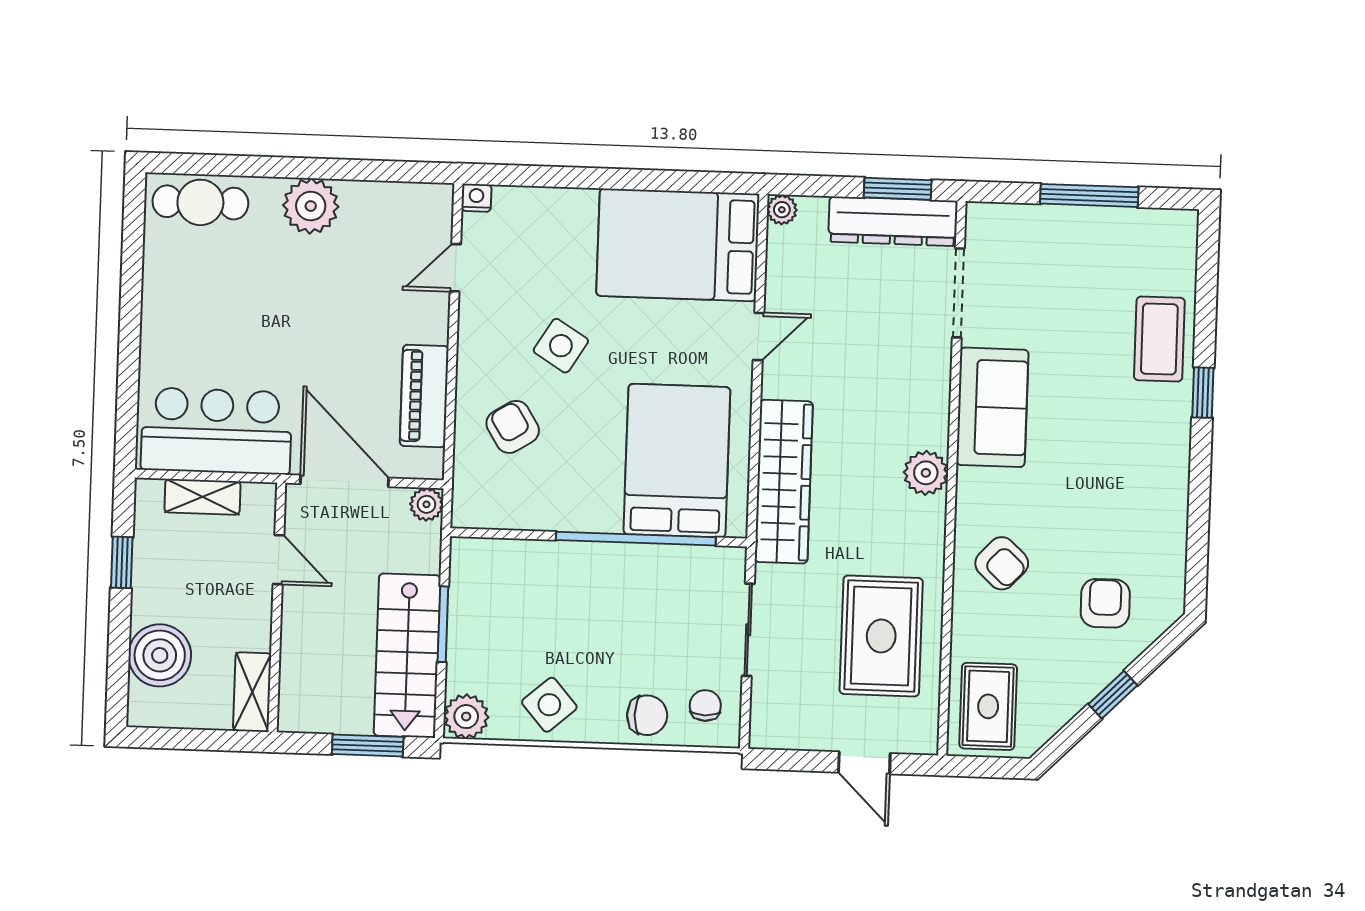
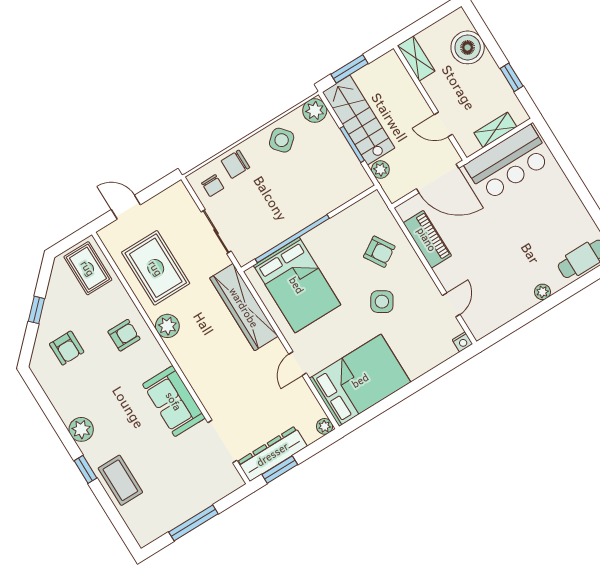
plant: (311, 206) -> (542, 292), width x0.53, depth x0.53
plant: (1168, 460) -> (81, 429), added
plant: (926, 473) -> (167, 326), moved
plant: (426, 504) -> (380, 170), moved
armchair: (1002, 563) -> (124, 335), turned 137

